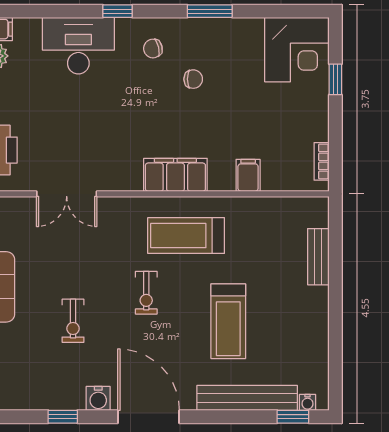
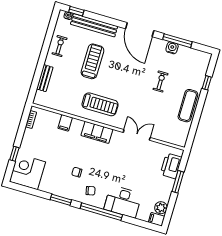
window: (118, 11) -> (101, 212), width x3.17
double door: (67, 194) -> (137, 135), moved
exercise bike: (146, 293) -> (60, 46), moved
water cooler: (98, 398) -> (172, 48), moved
window: (63, 417) -> (177, 41), width x2.17

